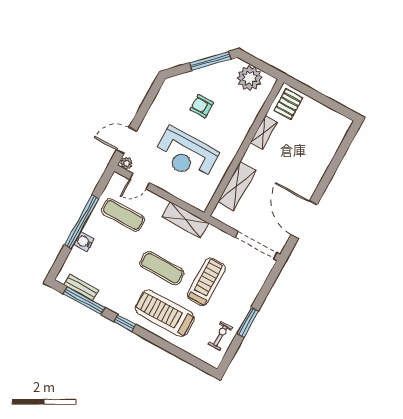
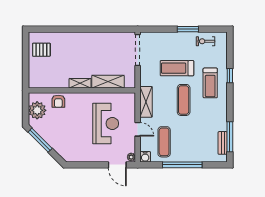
pallet: (288, 104) -> (41, 50), moved
armchair: (202, 106) -> (58, 101), moved
shelving: (264, 132) -> (80, 83), moved
door: (140, 181) -> (138, 129), moved
door: (304, 220) -> (106, 29), removed
water cooler: (84, 242) -> (145, 157), moved
treadmill: (165, 313) -> (210, 83), width x0.73, depth x0.73
window: (125, 323) -> (230, 76), moved

